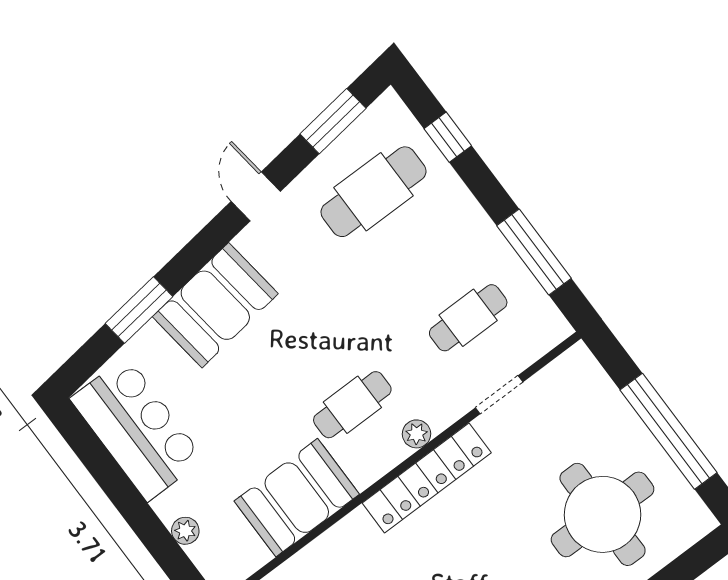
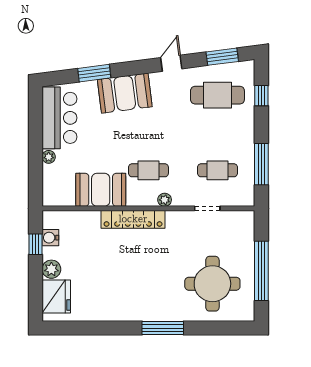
locker: (427, 478) -> (133, 219), moved
plant: (185, 531) -> (49, 157), moved

